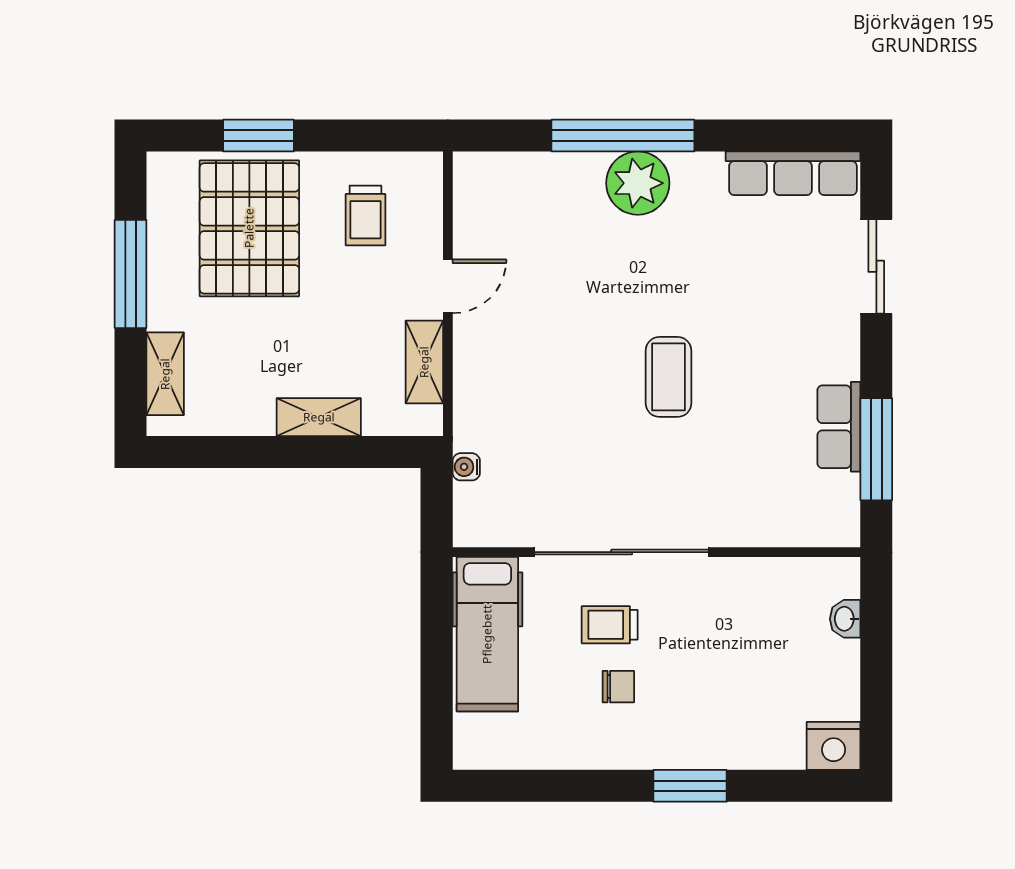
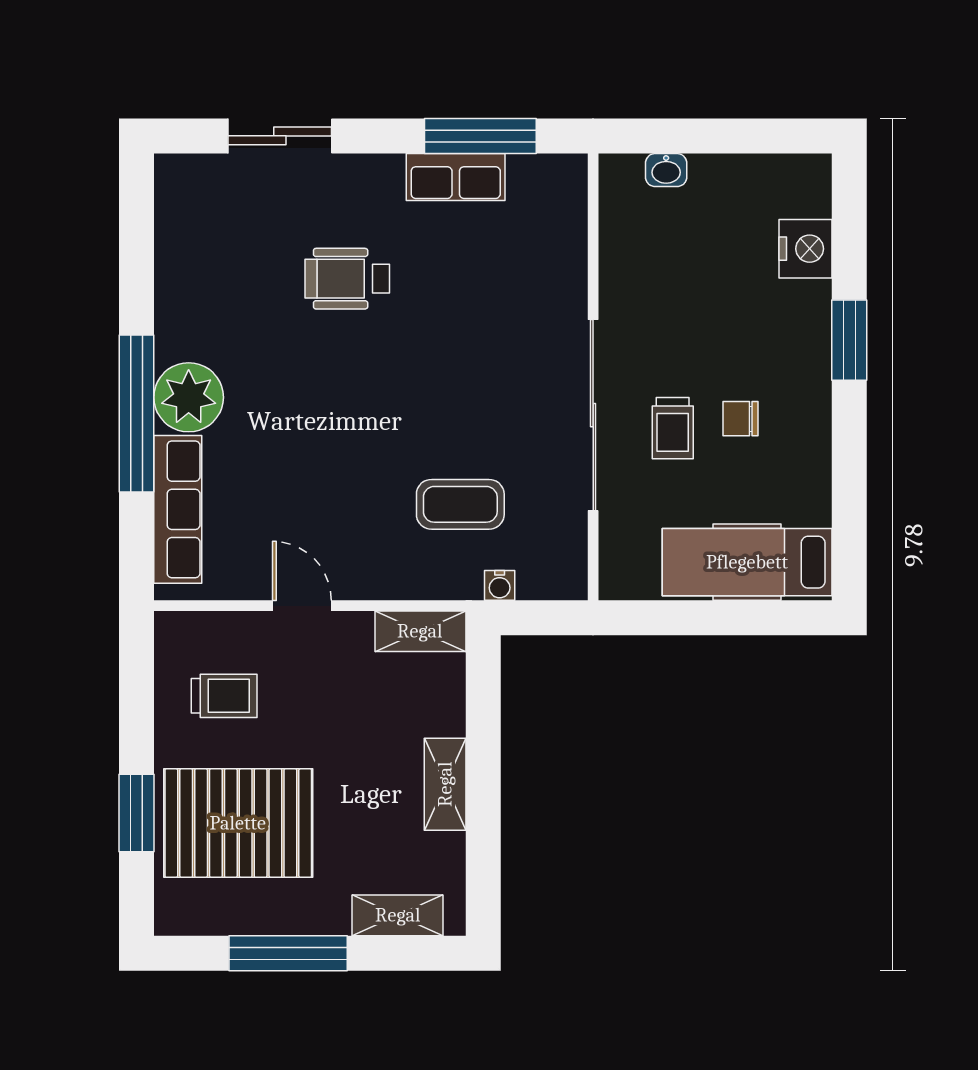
row of seats: (793, 173) -> (178, 509), moved
wheelchair: (746, 328) -> (347, 279), added
shelving: (424, 362) -> (420, 631), moved
coffee table: (669, 377) -> (460, 504), moved
shelving: (319, 417) -> (445, 784), moved
hospital bed: (487, 634) -> (747, 562), moved, turned 180
chair: (618, 687) -> (740, 419), turned -90
nightstand: (834, 746) -> (805, 249), moved

